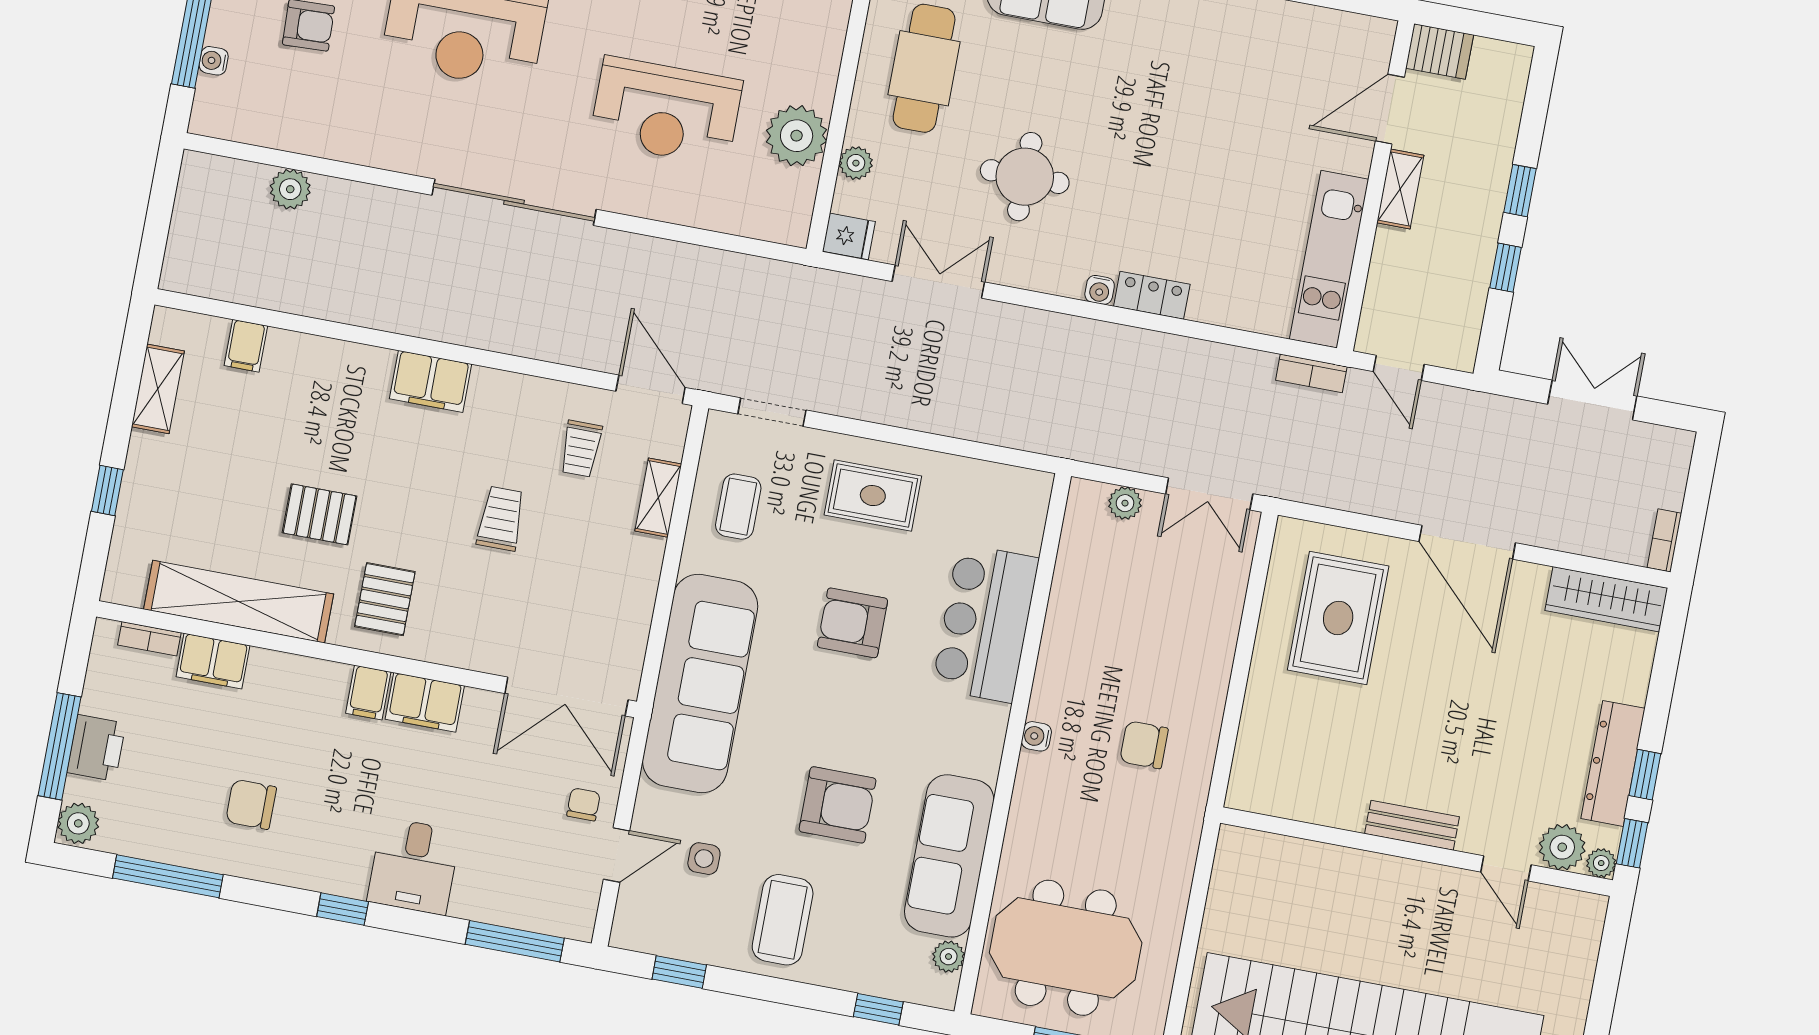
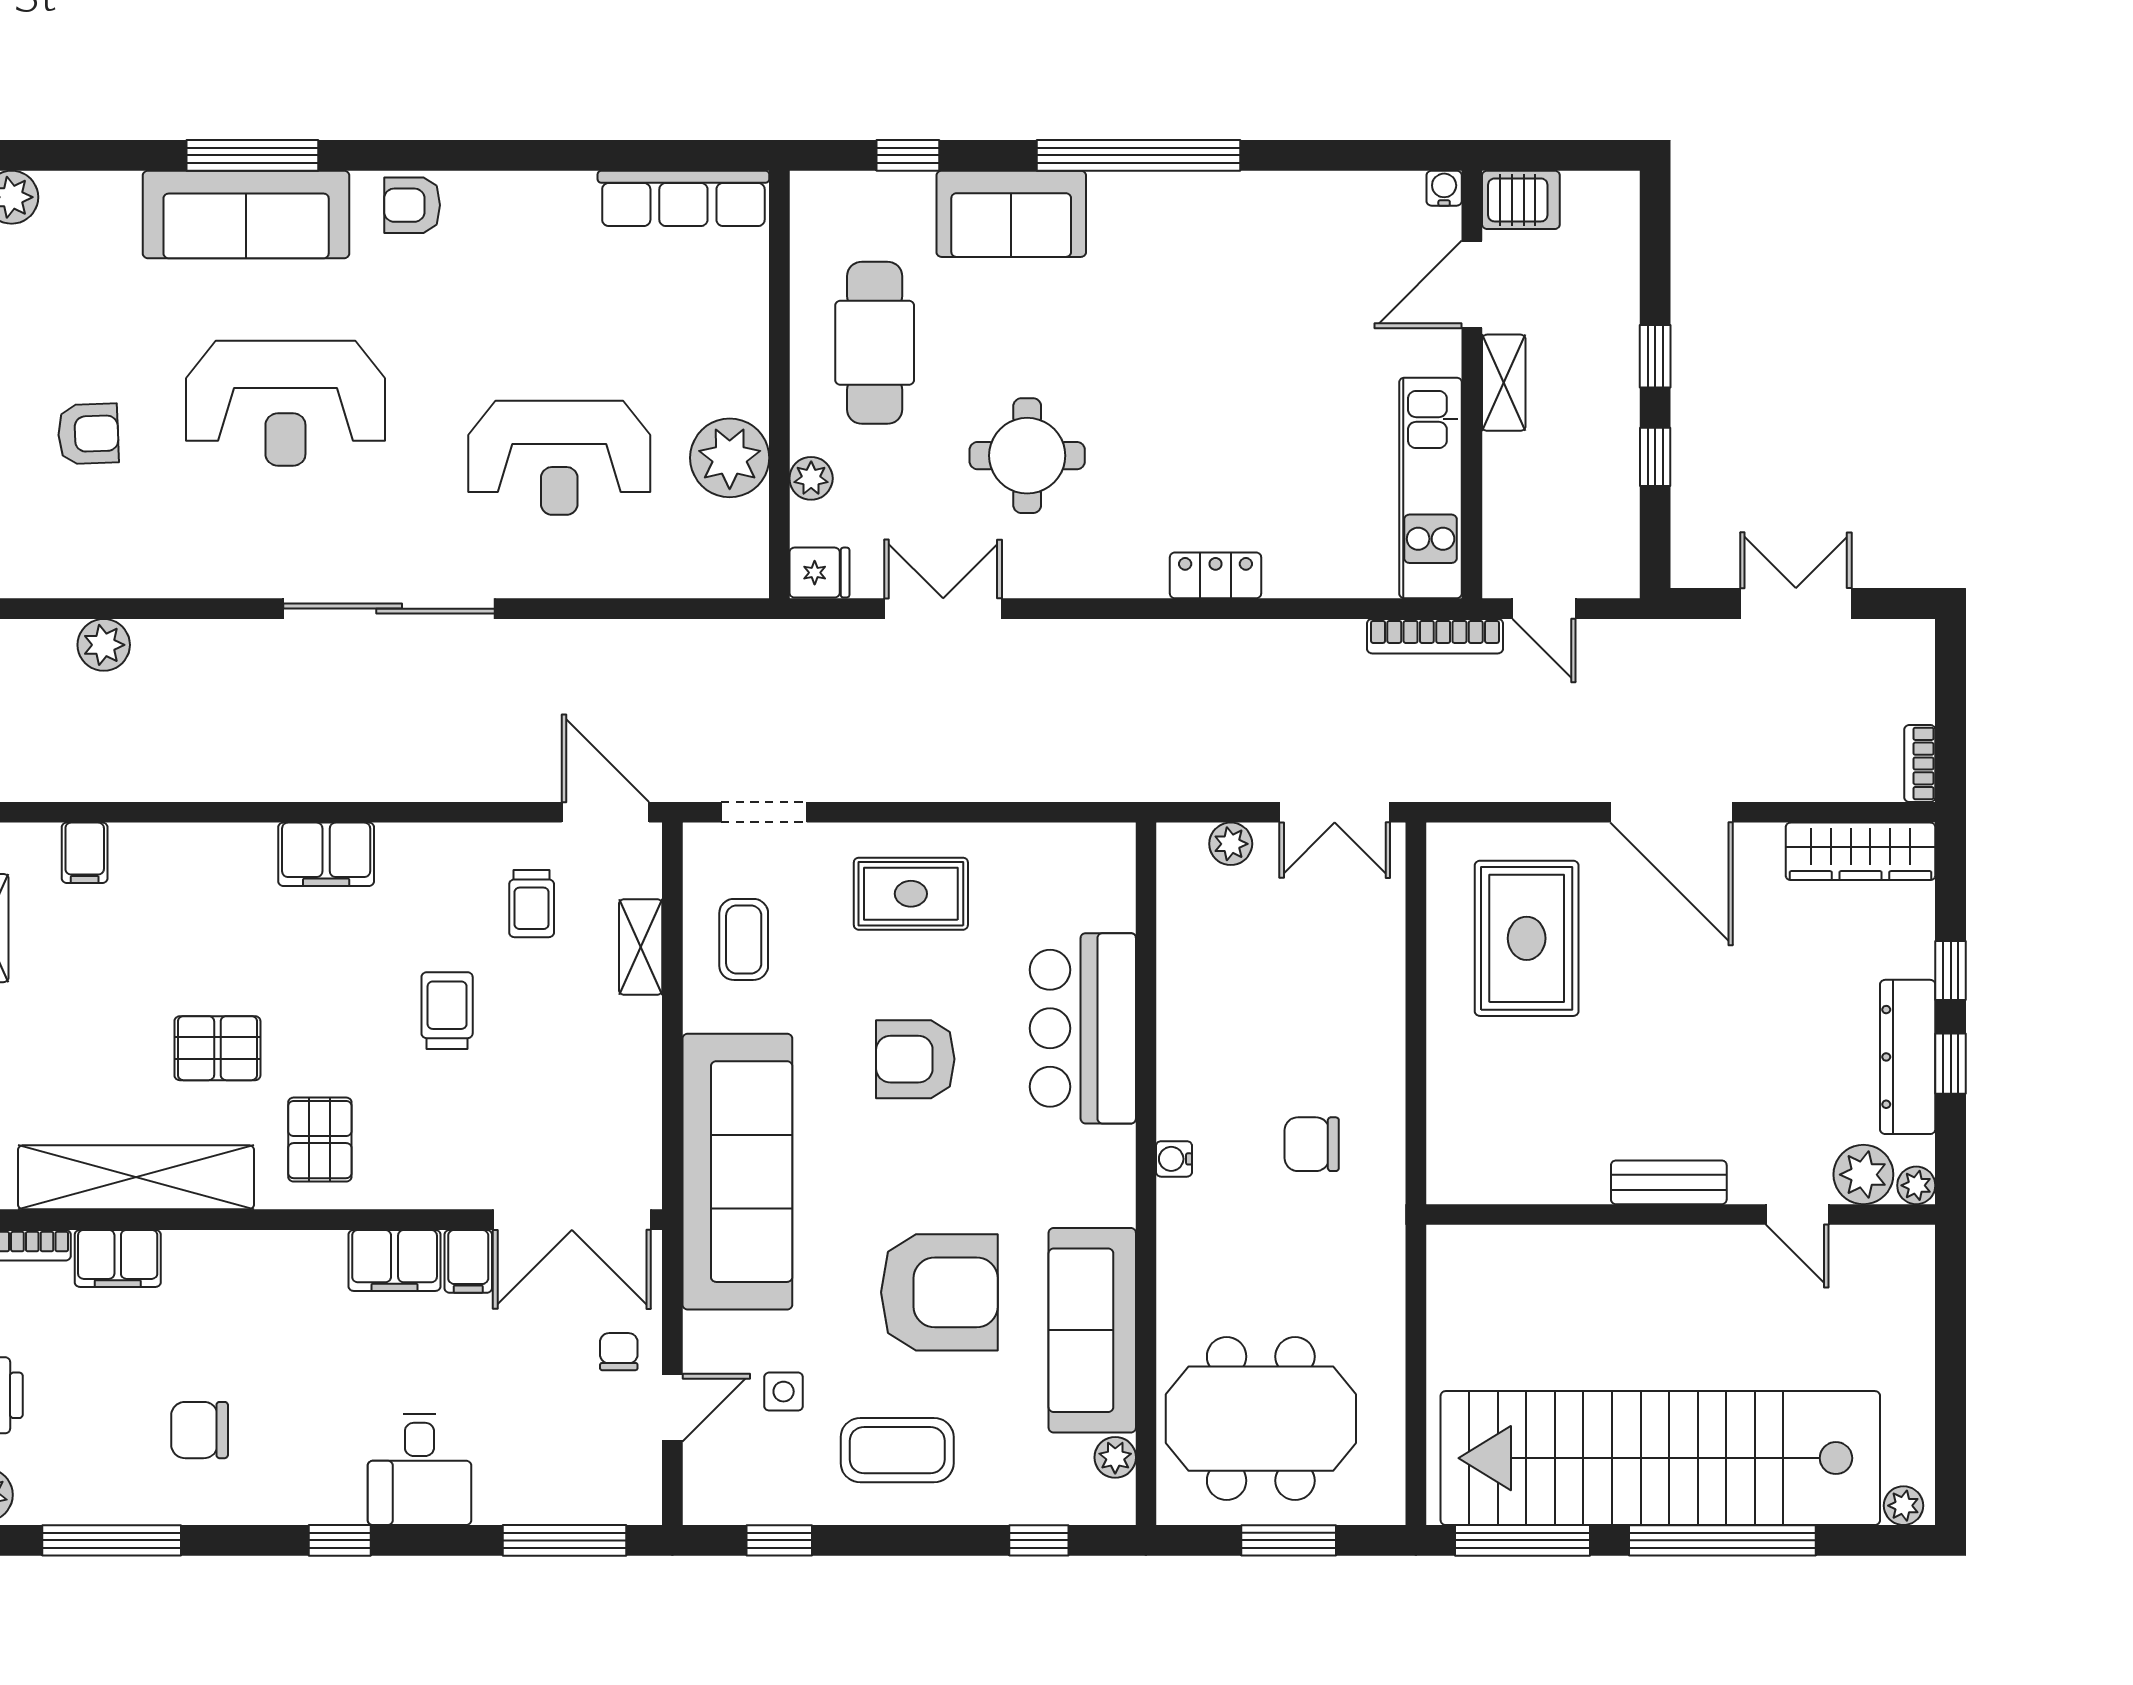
water cooler: (1100, 290) -> (1444, 188), moved, turned 180
bookcase: (1311, 373) -> (1435, 636), width x1.56
filing cabinet: (368, 693) -> (468, 1261), moved
armchair: (838, 805) -> (939, 1292), width x1.36, depth x1.36
window: (1632, 843) -> (1951, 970), moved
coffee table: (783, 920) -> (897, 1450), turned 90

